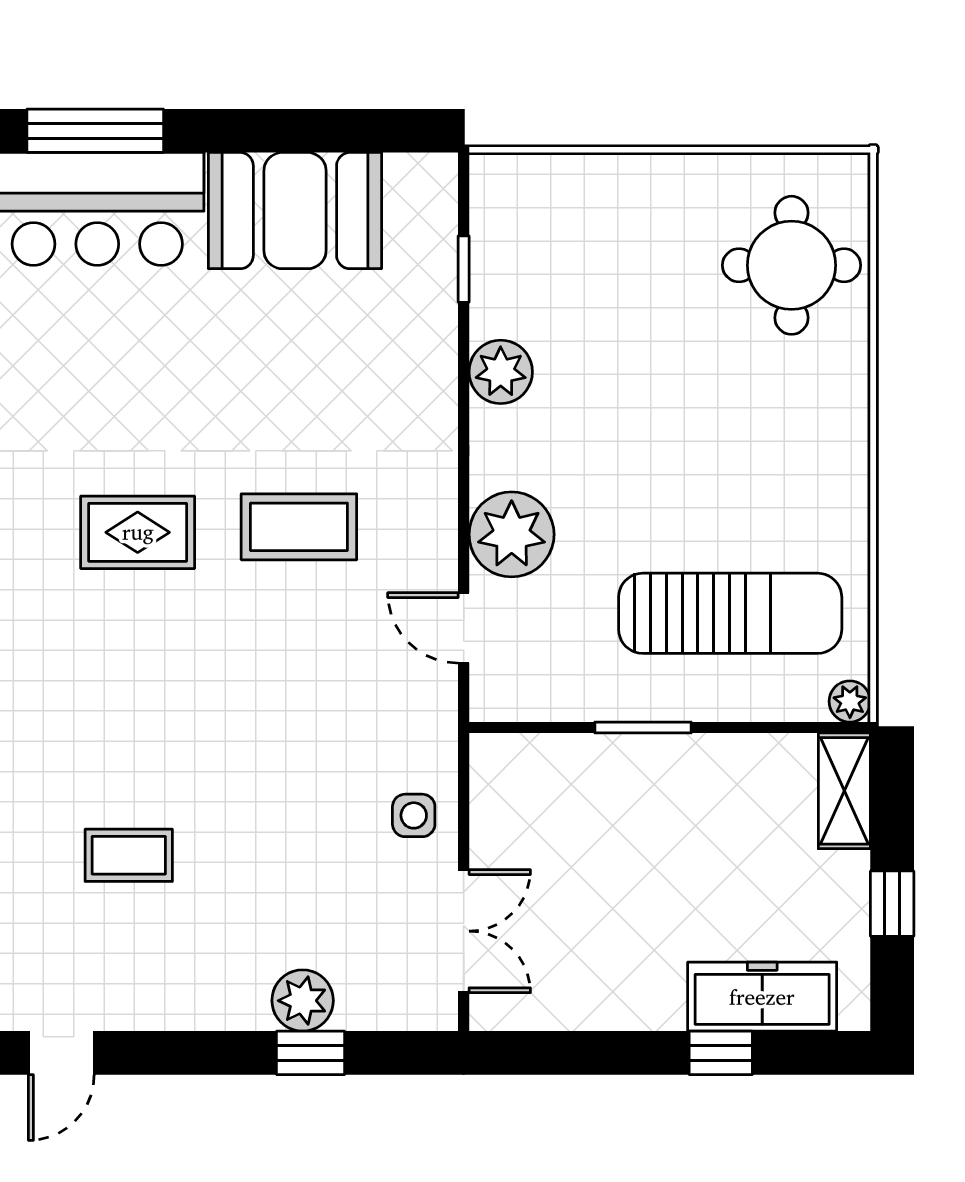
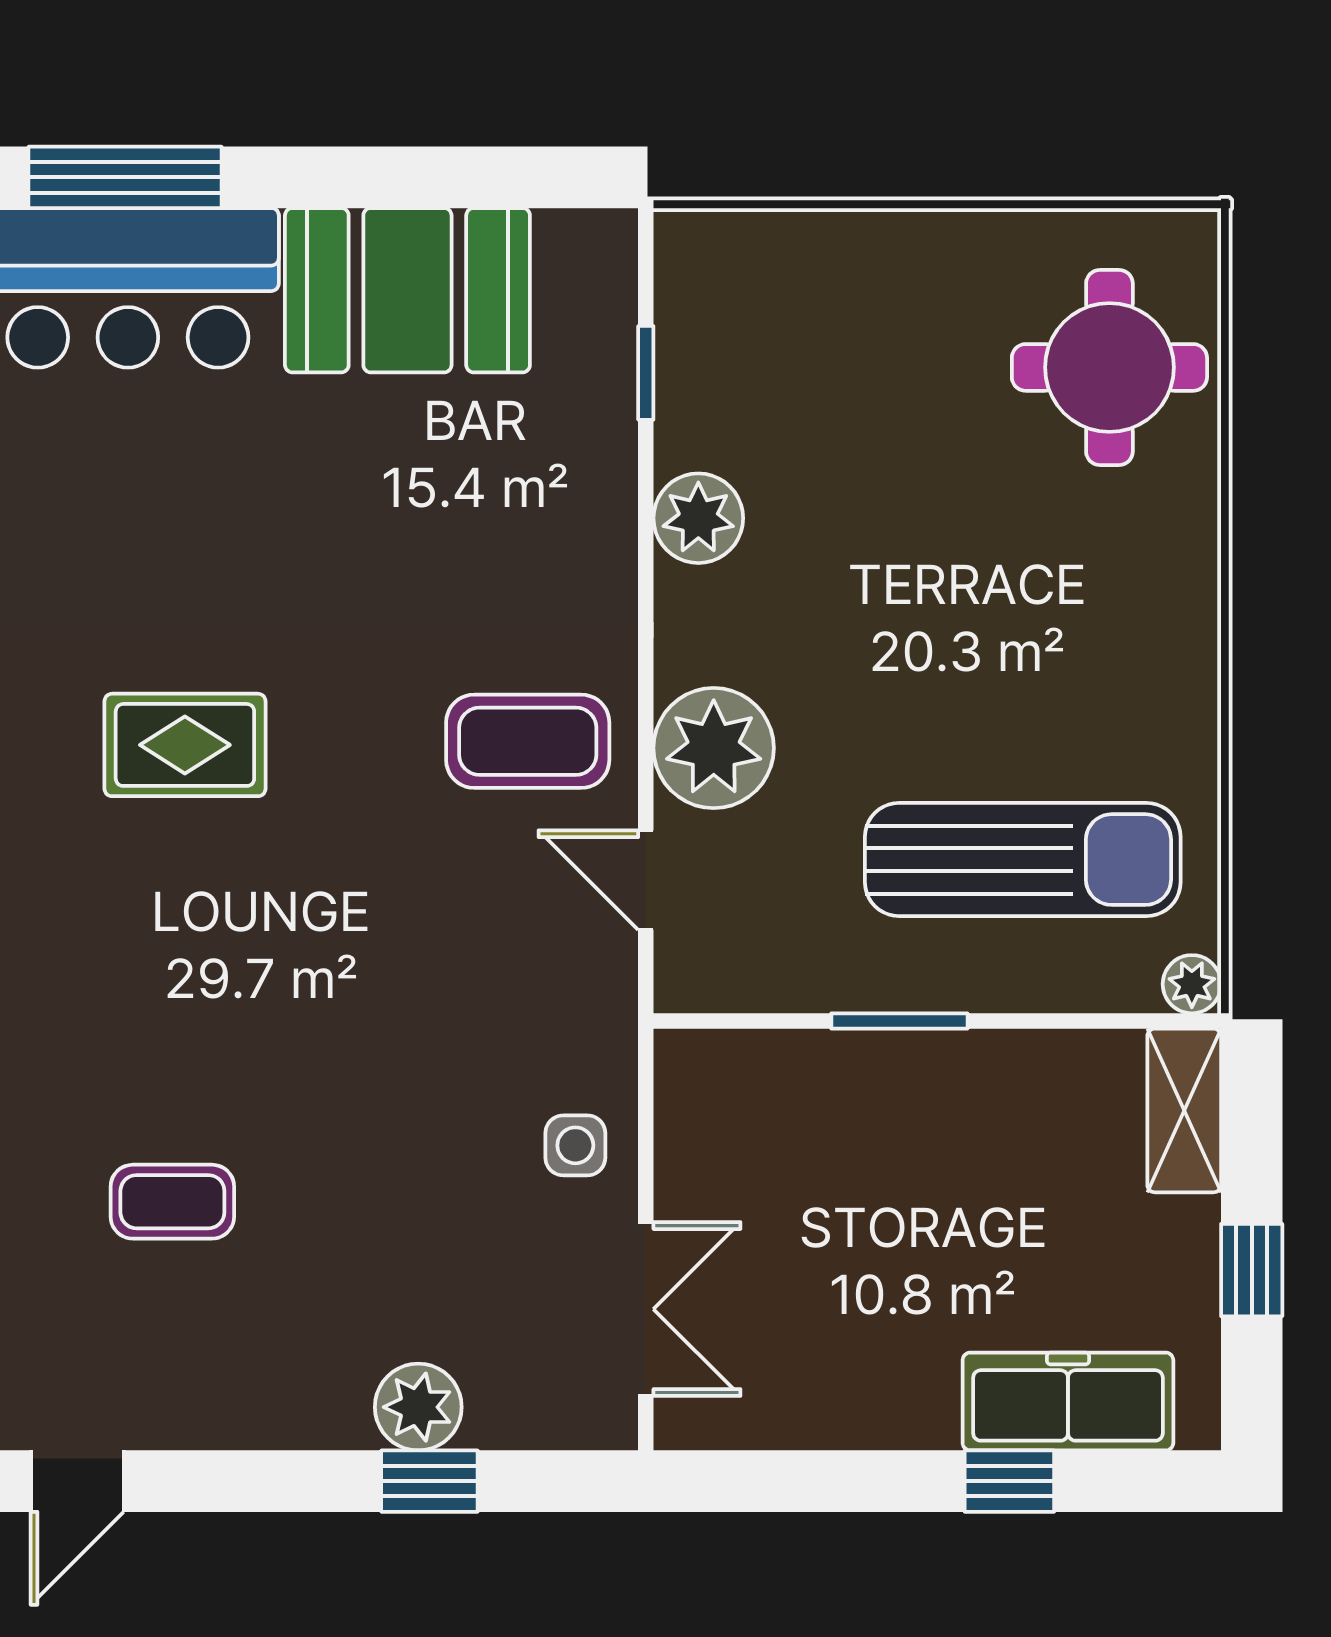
coffee table: (299, 527) -> (528, 741), moved

